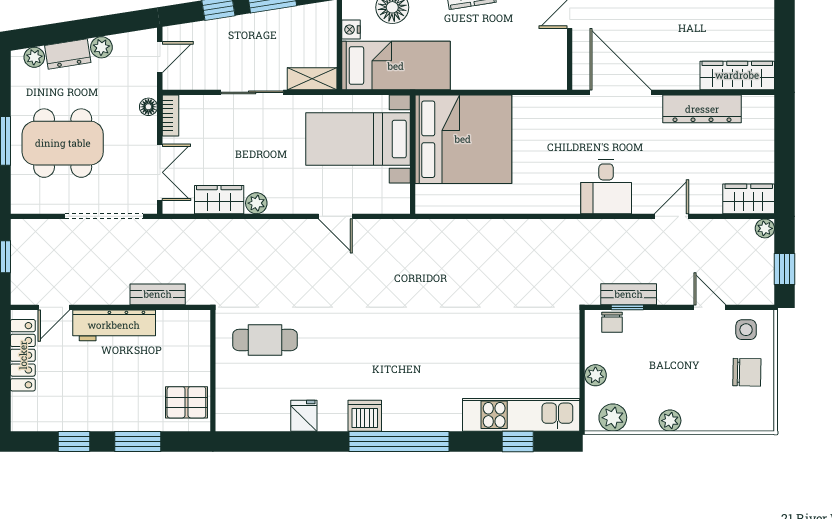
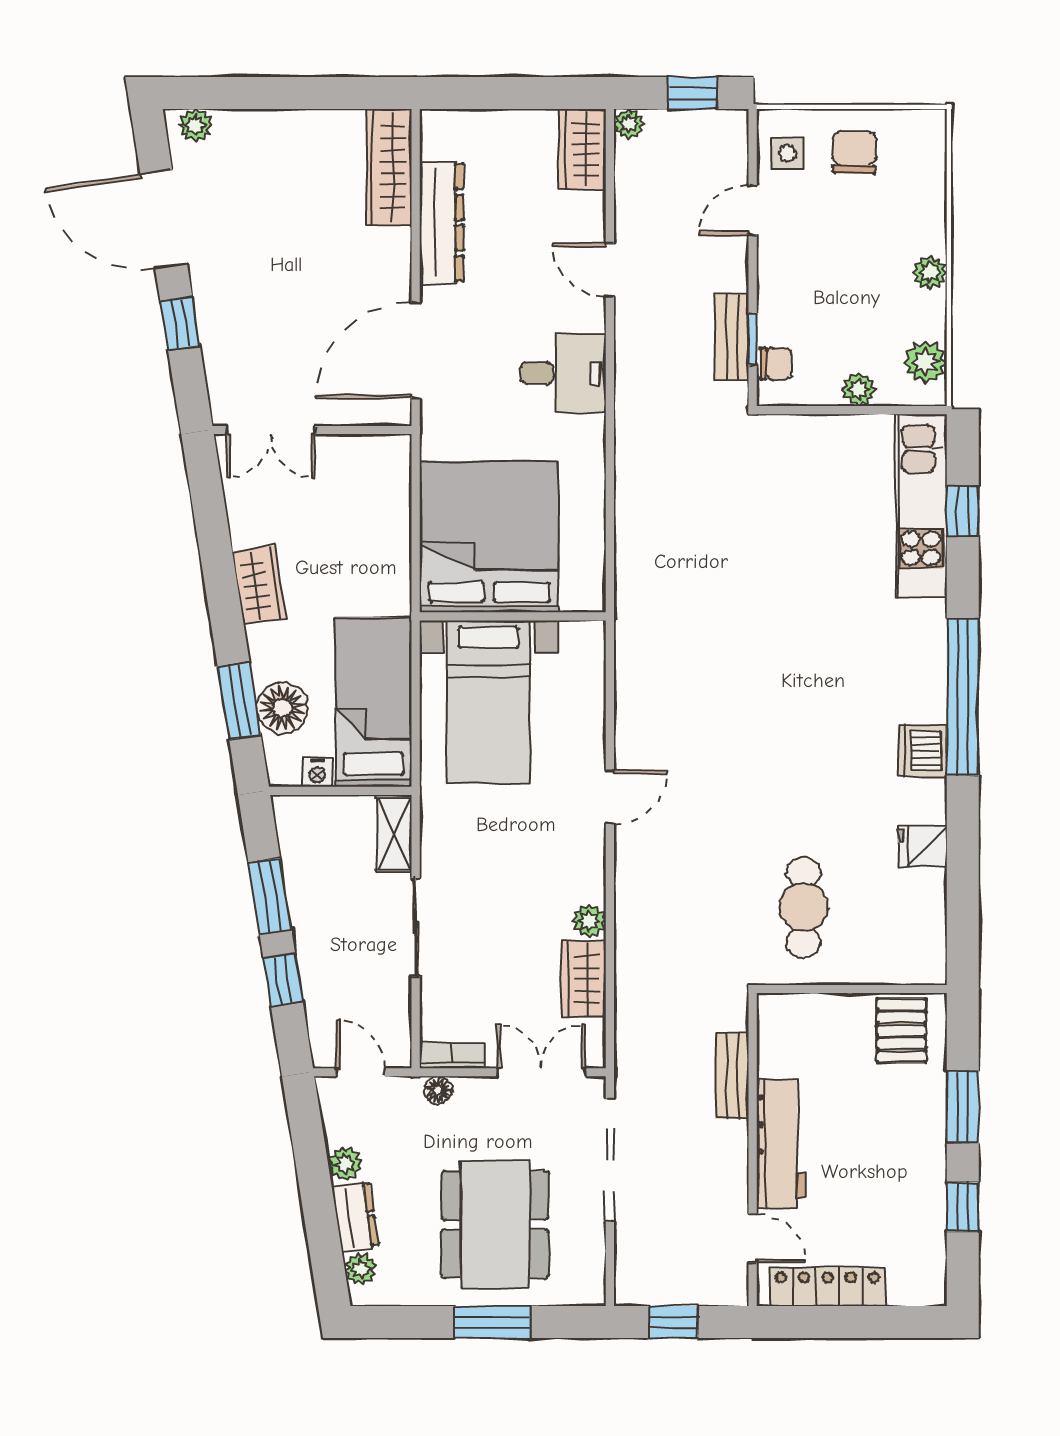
bed with nightstands: (358, 139) -> (489, 702), moved
bed: (463, 139) -> (489, 537), moved
wall: (413, 154) -> (513, 616), moved

